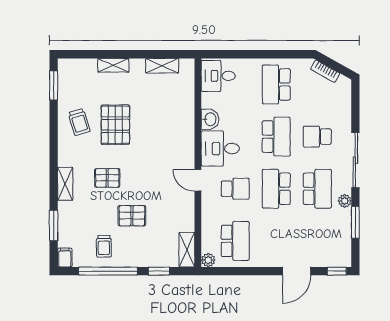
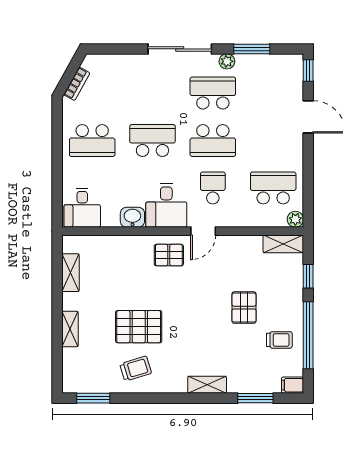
school desk: (317, 137) -> (152, 93), removed
pallet: (107, 178) -> (169, 255), moved, turned 90

